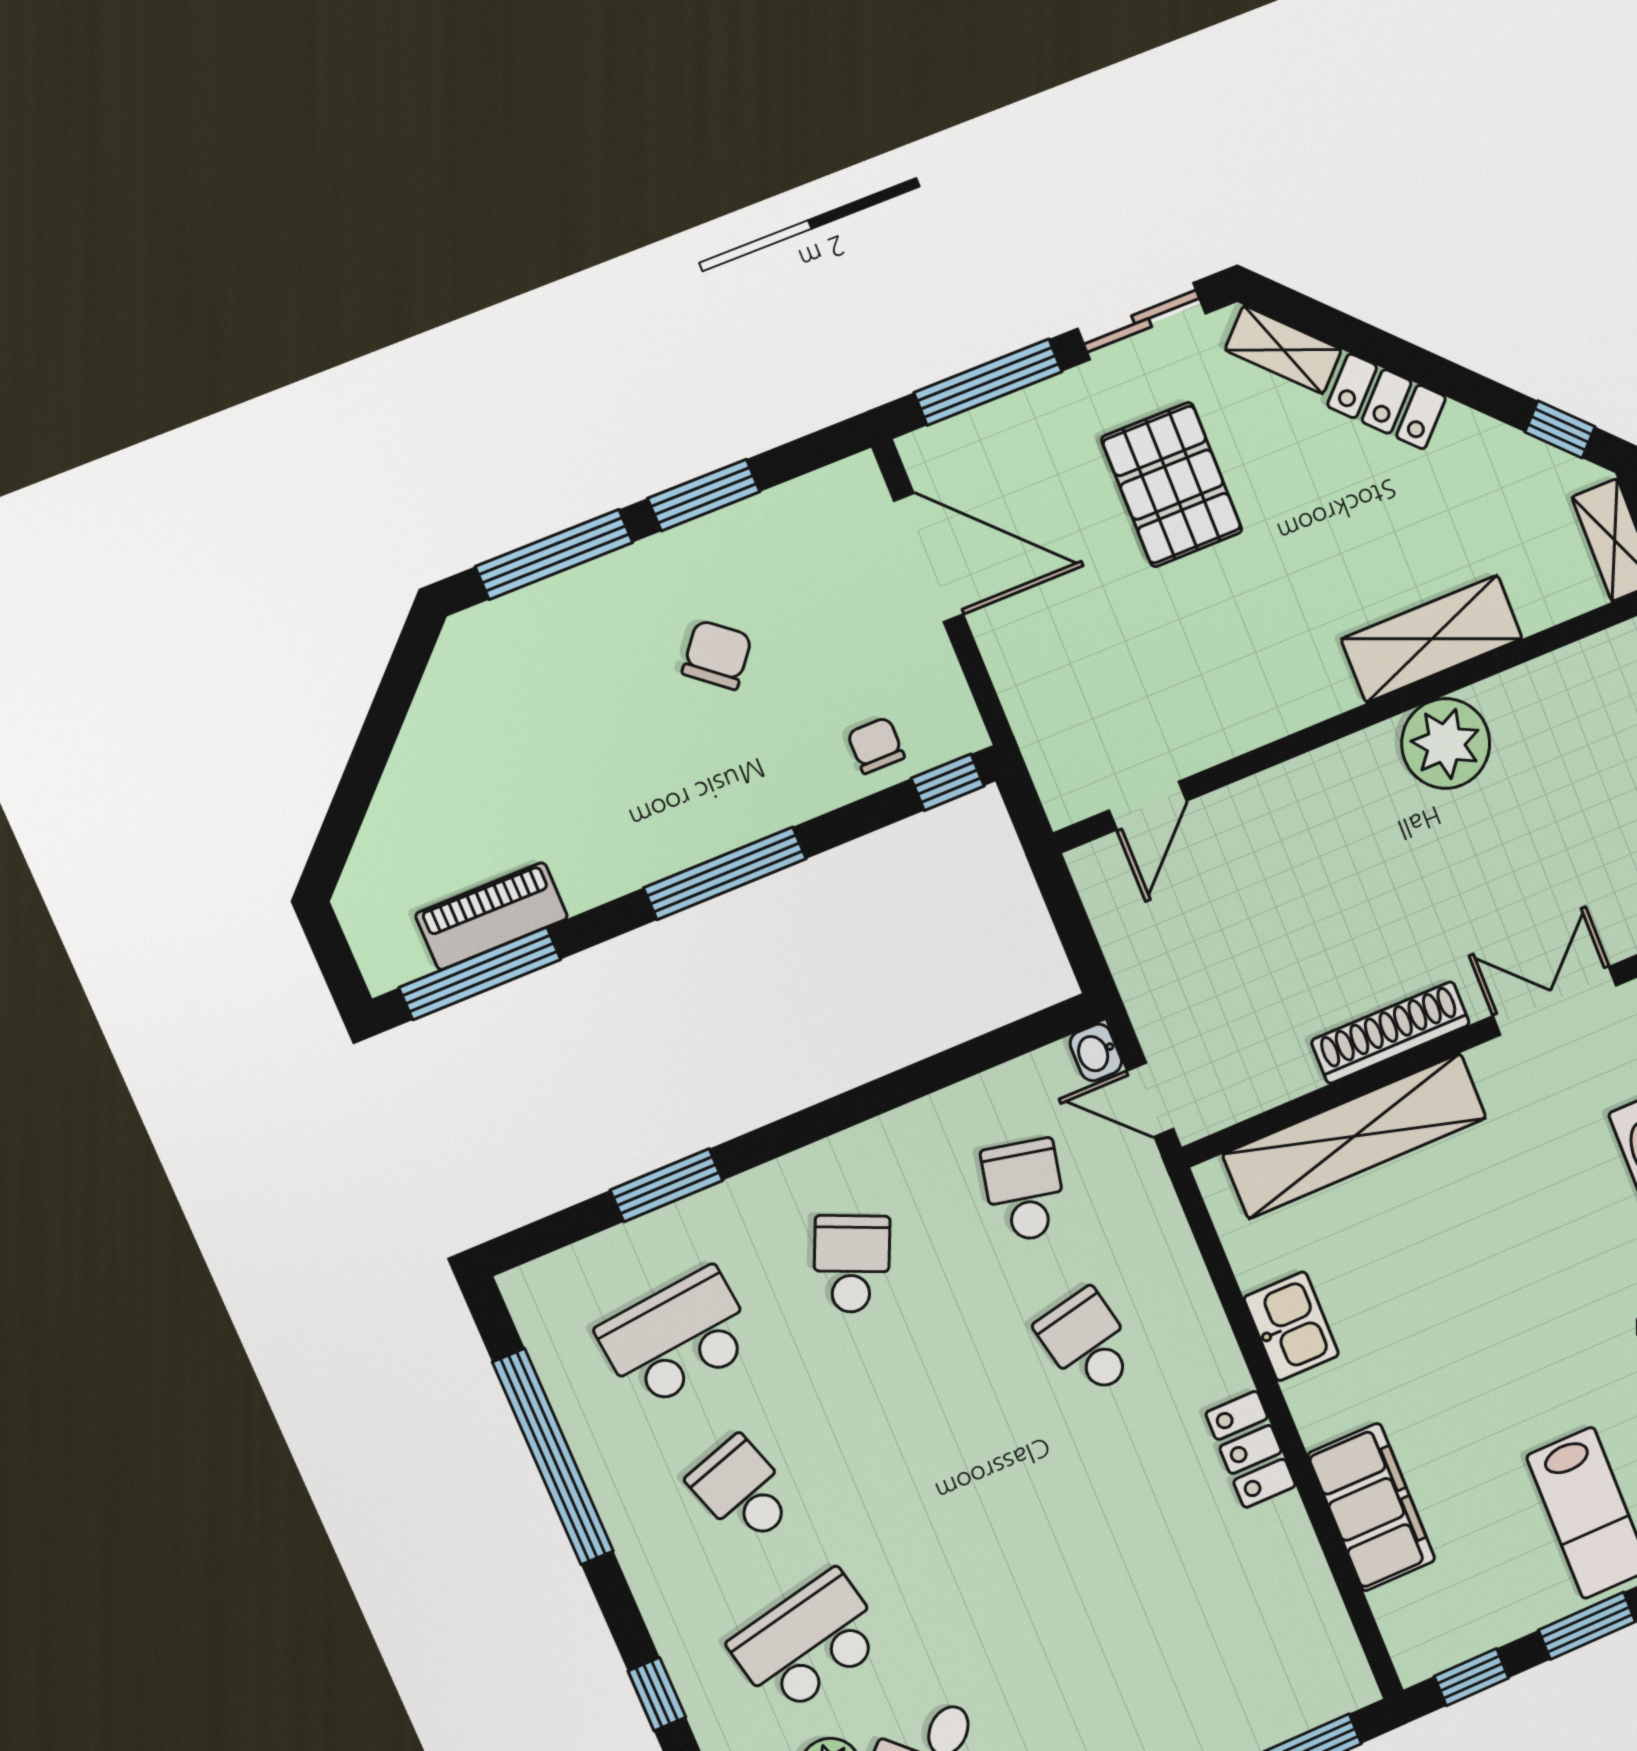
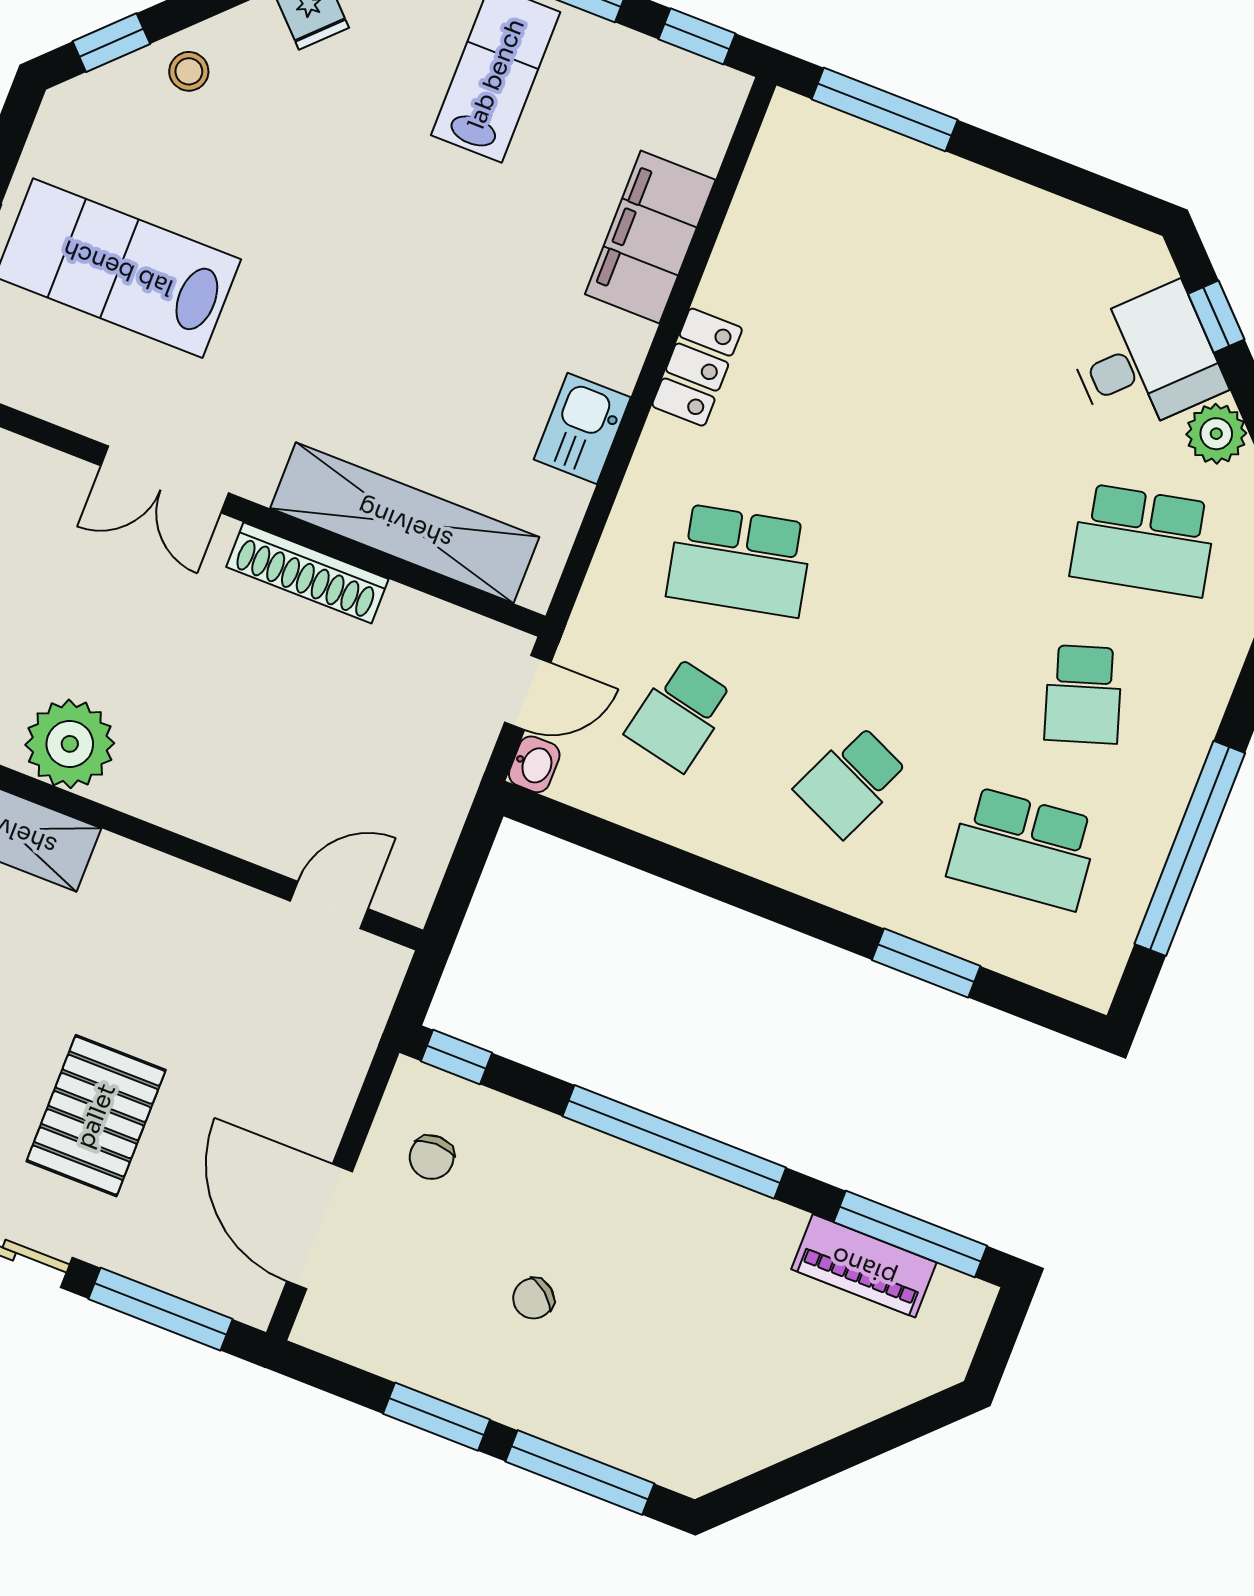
chair: (717, 655) -> (533, 1298), width x0.73, depth x0.73
chair: (876, 745) -> (432, 1157), moved
window: (725, 873) -> (674, 1142), width x1.46
door: (1150, 1100) -> (528, 692), hinge flipped
school desk: (1088, 1343) -> (740, 560), width x1.85

